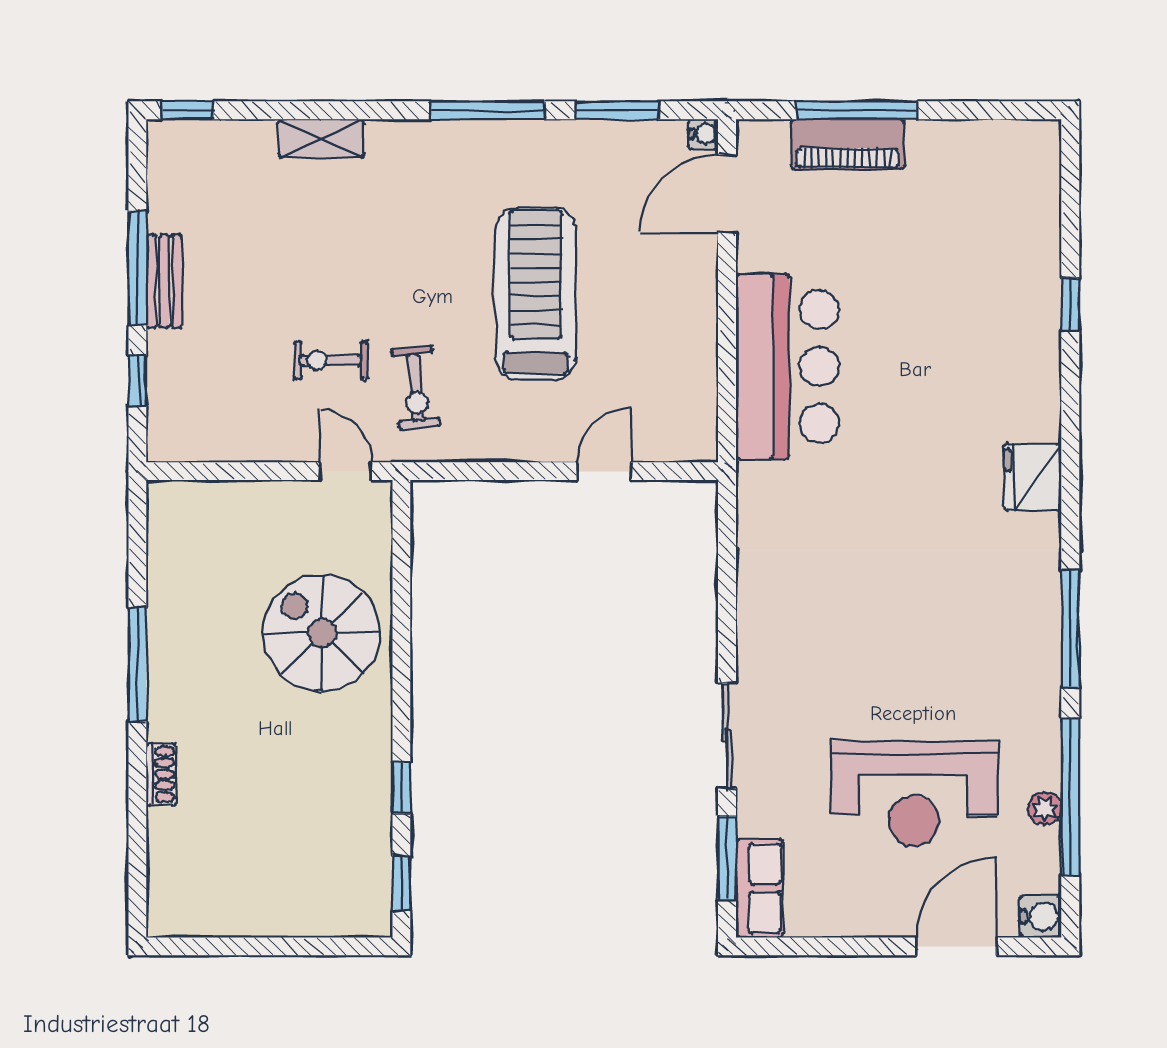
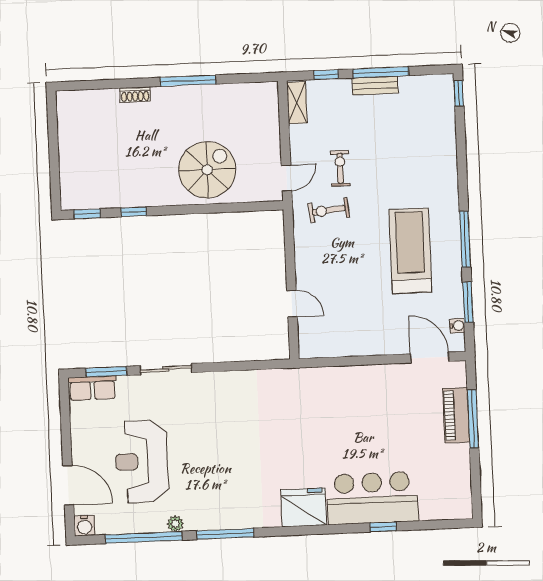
water cooler: (703, 134) -> (457, 326), moved, turned -90
shelving: (321, 138) -> (297, 103), moved
treadmill: (536, 294) -> (410, 251), moved, turned -90
bar counter: (787, 367) -> (372, 498), moved, turned 180
fridge: (1033, 477) -> (304, 507), width x1.36, depth x1.34
plant: (1045, 809) -> (175, 524), moved

